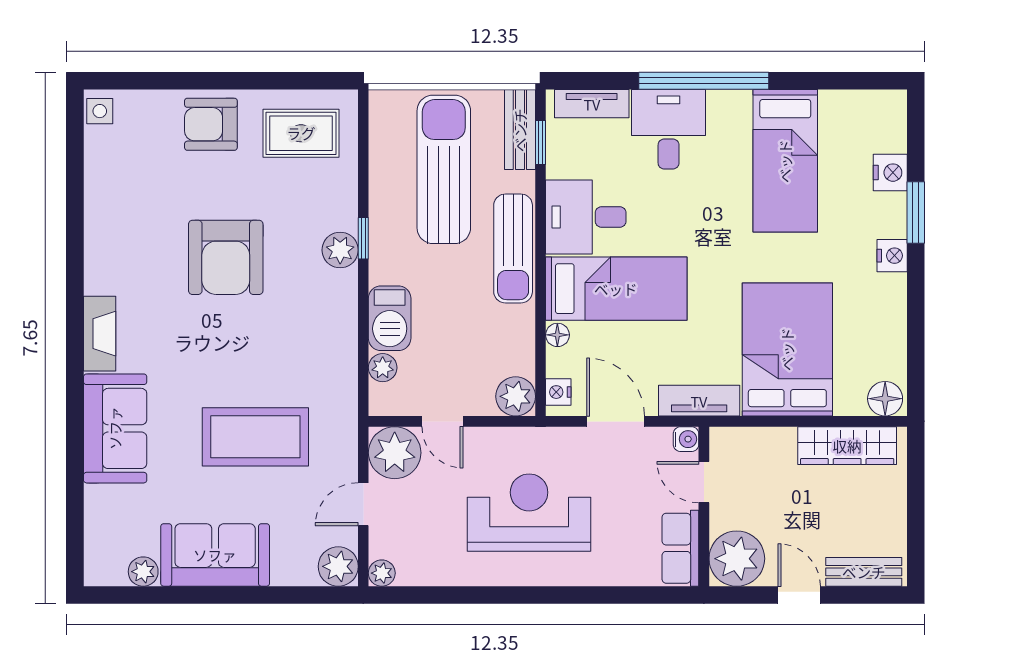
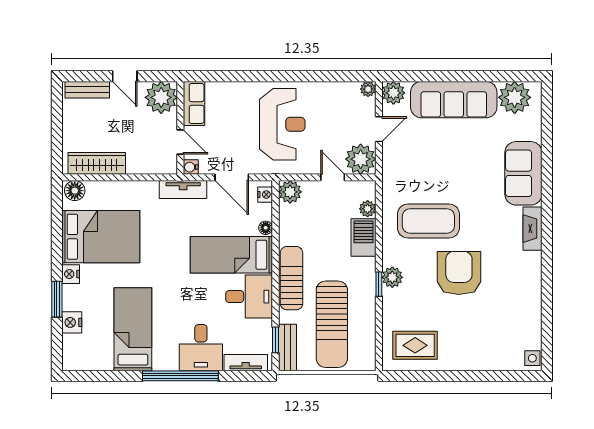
armchair: (211, 124) -> (468, 351), removed
bed: (787, 349) -> (101, 237), moved, turned -90
coffee table: (255, 437) -> (428, 221), moved
reception desk: (529, 513) -> (282, 124), turned -90
sofa: (215, 555) -> (454, 100), width x1.36
plant: (143, 572) -> (515, 97), width x1.88, depth x1.88

